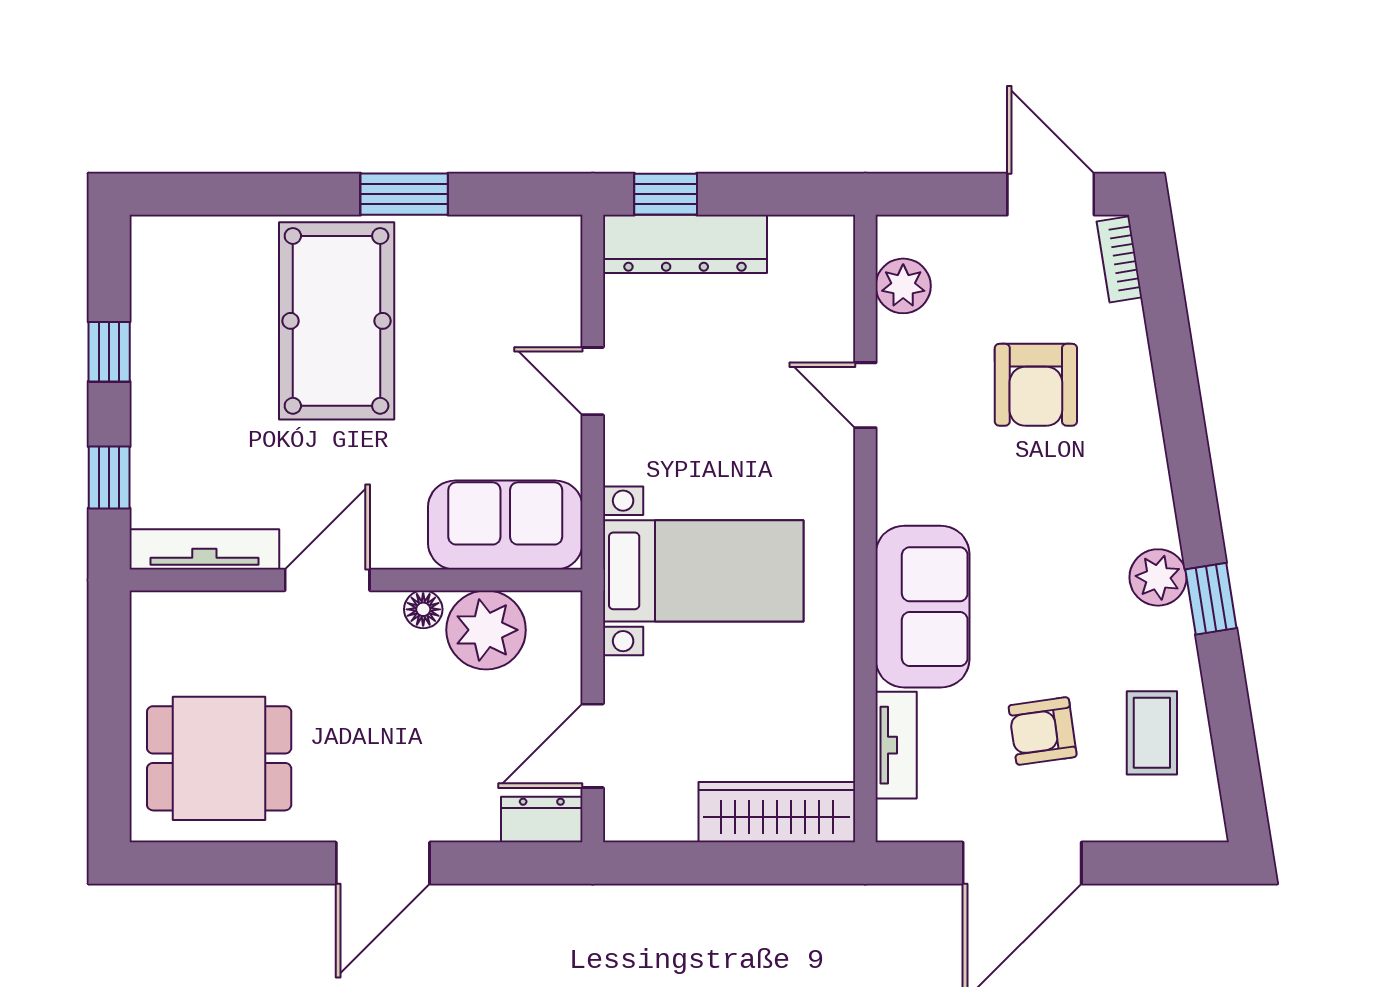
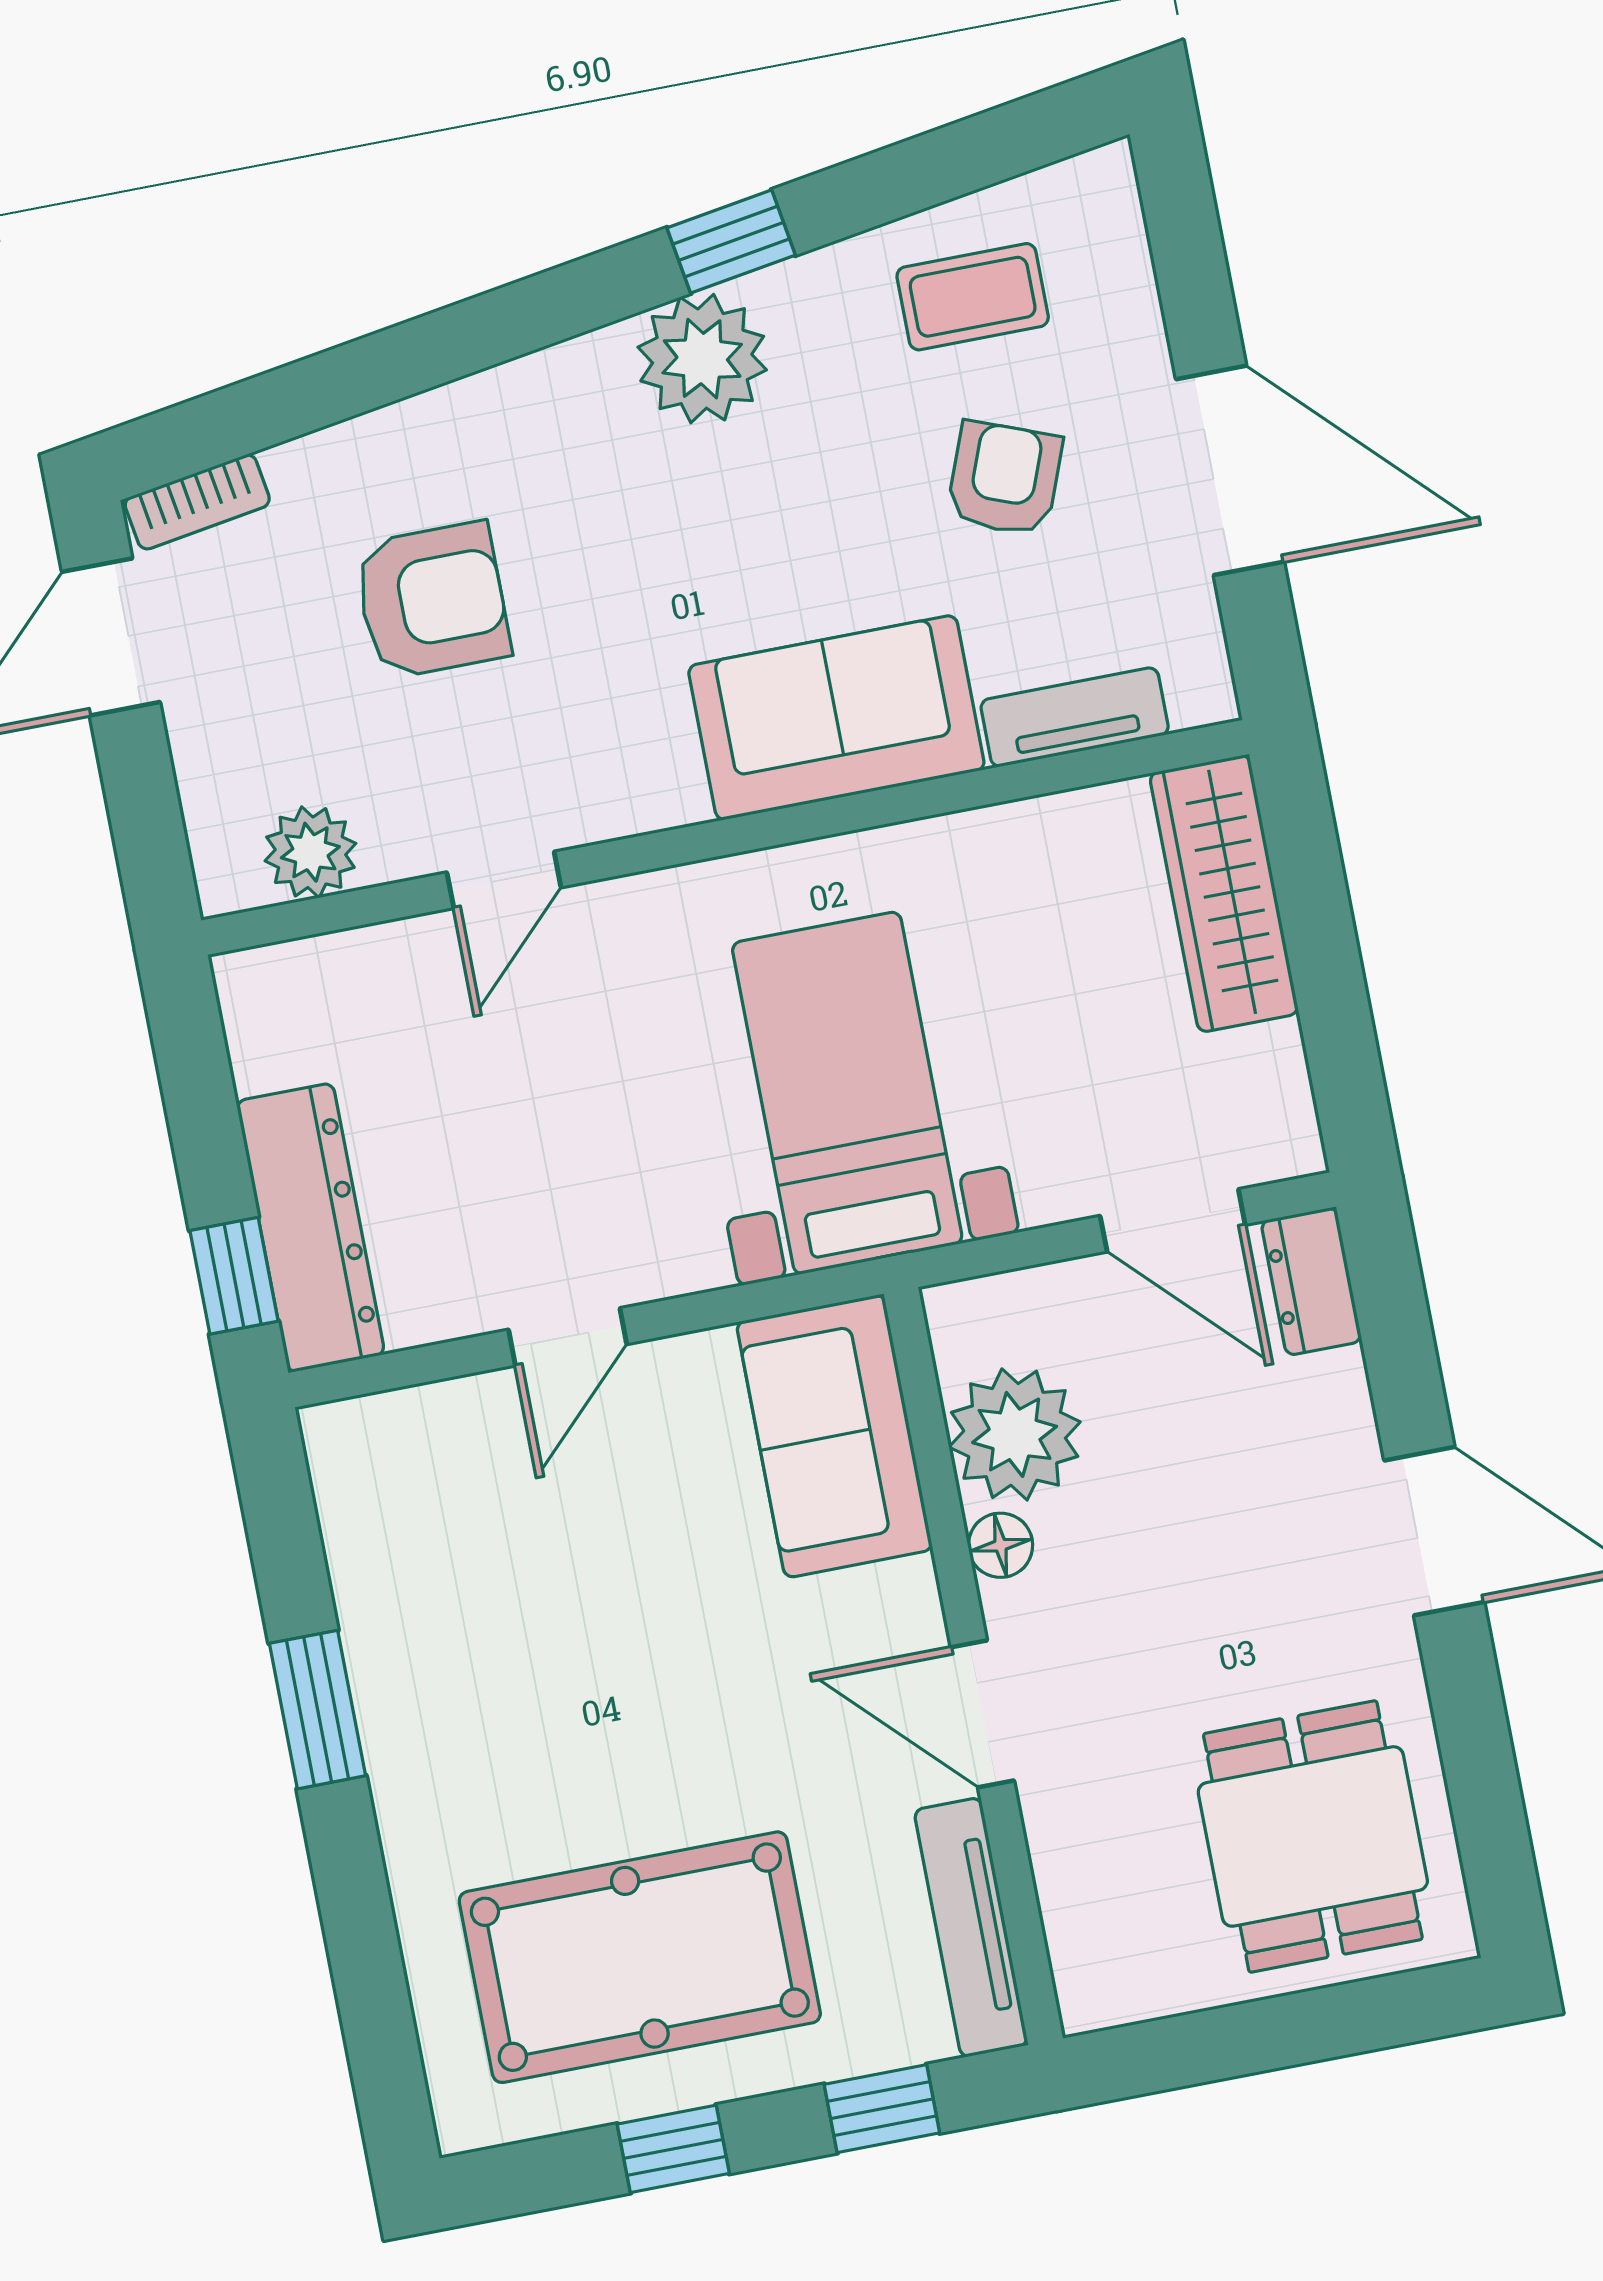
pool table: (337, 321) -> (640, 1957), moved
plant: (1158, 577) -> (702, 359), width x1.36, depth x1.36
armchair: (1043, 731) -> (1005, 479), turned -151

